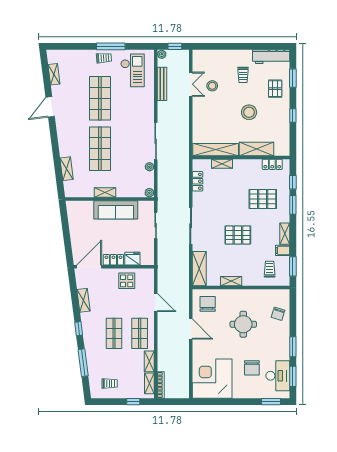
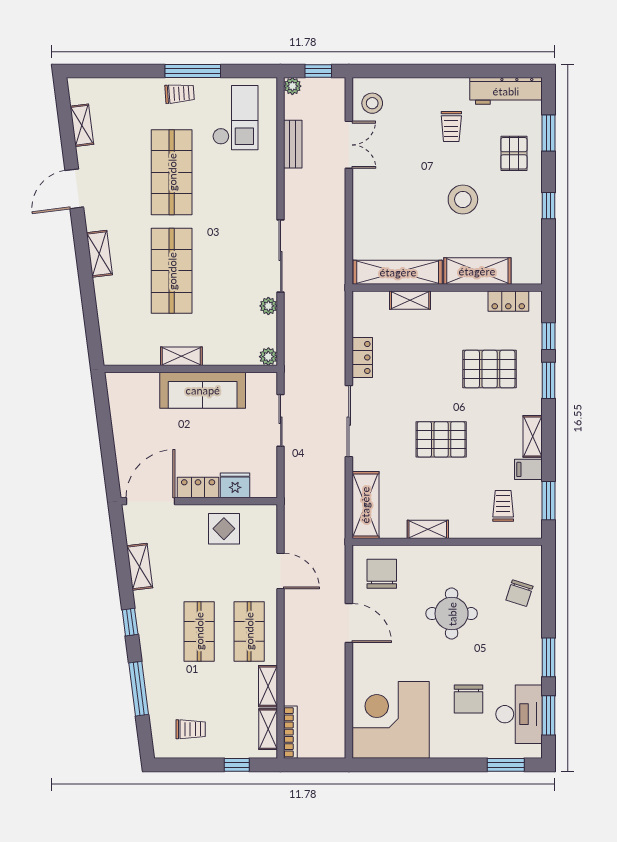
bench: (162, 84) -> (293, 144), width x0.73
stool: (212, 86) -> (372, 103), moved
shelving: (67, 169) -> (99, 254), moved
locker: (198, 181) -> (362, 357), moved

